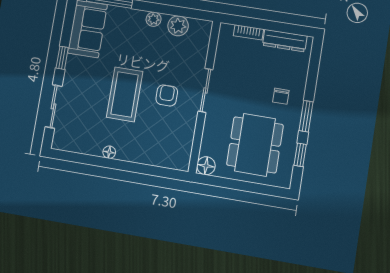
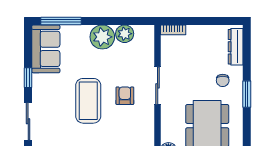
plant: (154, 19) -> (102, 37), width x1.88, depth x1.88
bookcase: (248, 32) -> (173, 30), moved
dresser: (285, 41) -> (236, 47), moved, turned 90
window: (300, 155) -> (247, 128), removed

